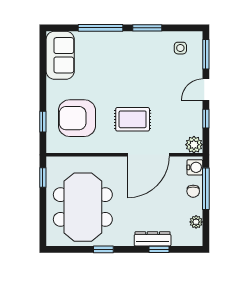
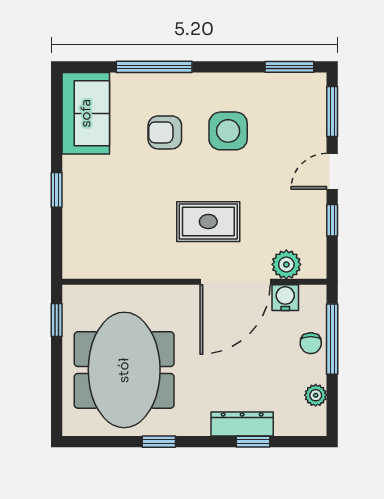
window: (147, 28) -> (289, 67), moved
side table: (180, 48) -> (228, 131), moved, width x1.87, depth x1.87
armchair: (77, 118) -> (165, 132), moved, width x0.53, depth x0.53
window: (43, 122) -> (57, 190), moved
plant: (194, 145) -> (286, 264), moved
water cooler: (195, 167) -> (285, 298), moved, turned -90

